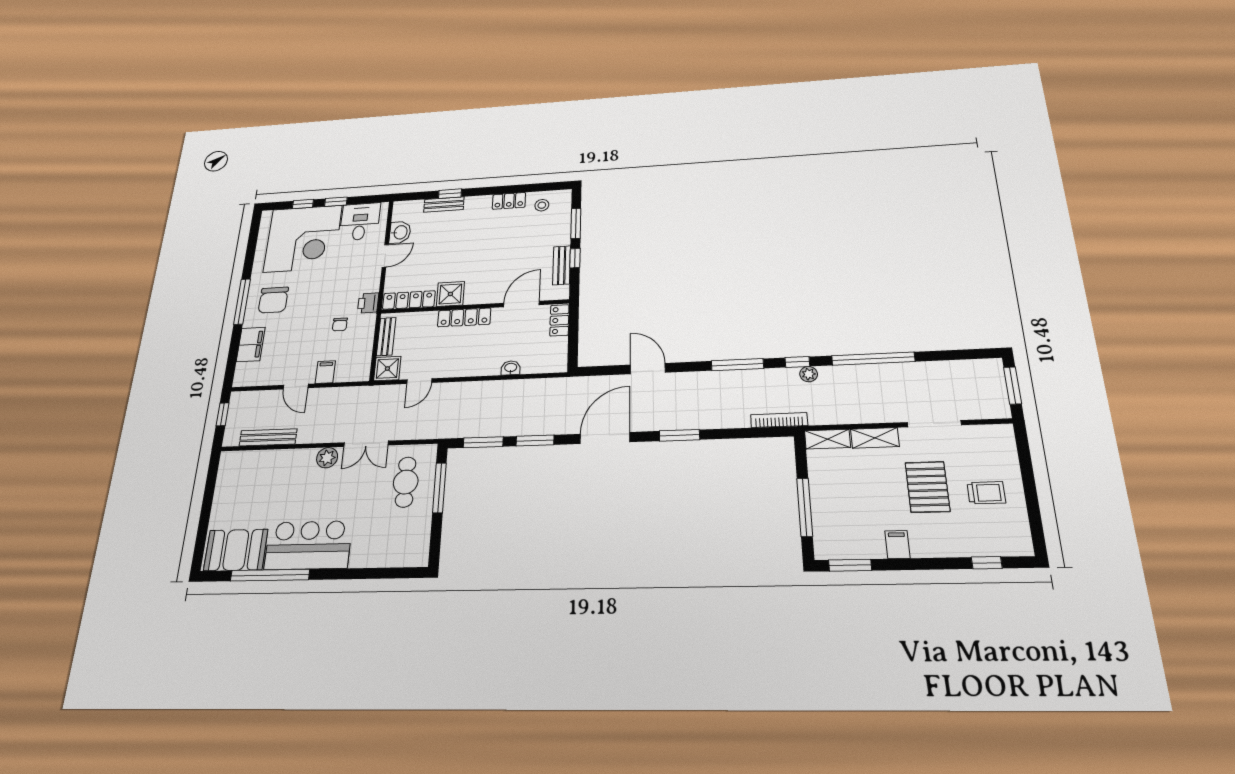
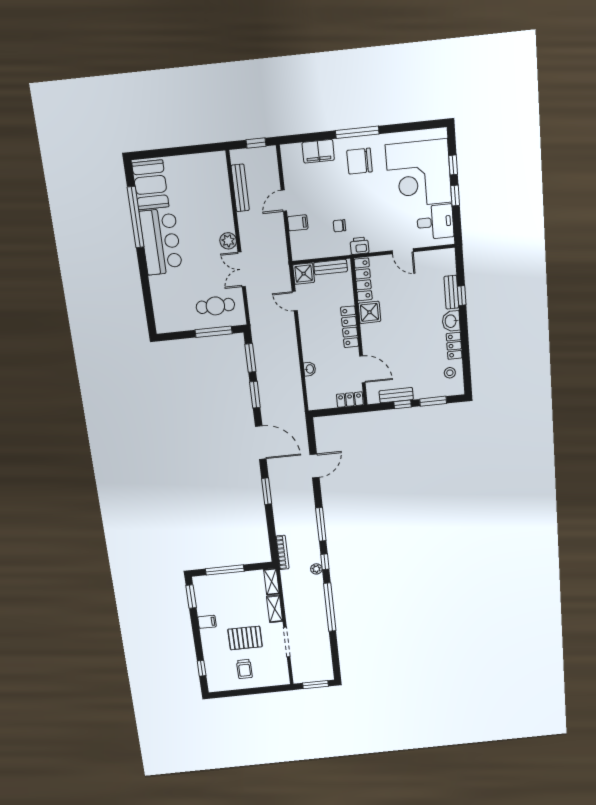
washbasin: (400, 232) -> (451, 321), moved, turned 90

